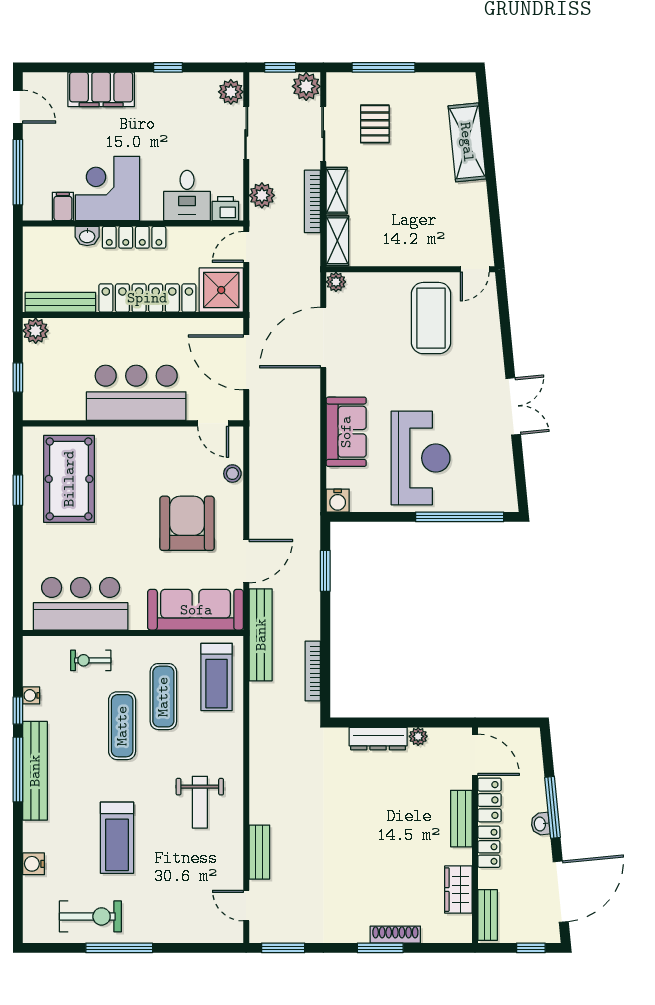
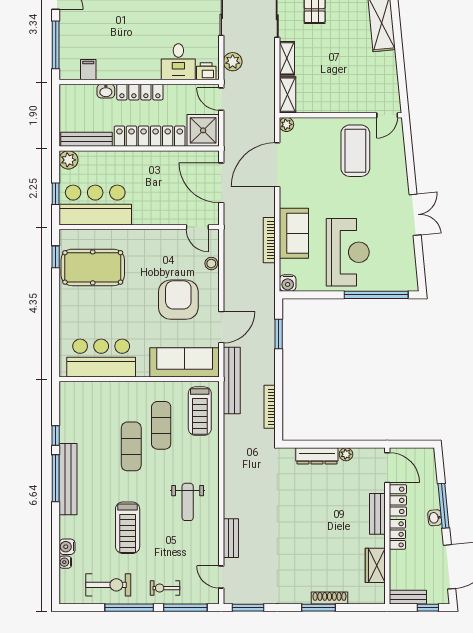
corner desk: (108, 188) -> (121, 57), removed
bookcase: (312, 201) -> (269, 240), moved
door: (246, 247) -> (221, 99), hinge flipped
bar counter: (136, 393) -> (95, 205), moved
pool table: (69, 479) -> (93, 267), turned 90
window: (18, 490) -> (56, 257), moved
exercise bike: (91, 660) -> (165, 588), moved
water cooler: (31, 695) -> (65, 562), moved
bench: (488, 915) -> (408, 597), moved, turned 90
window: (197, 948) -> (185, 608), added

